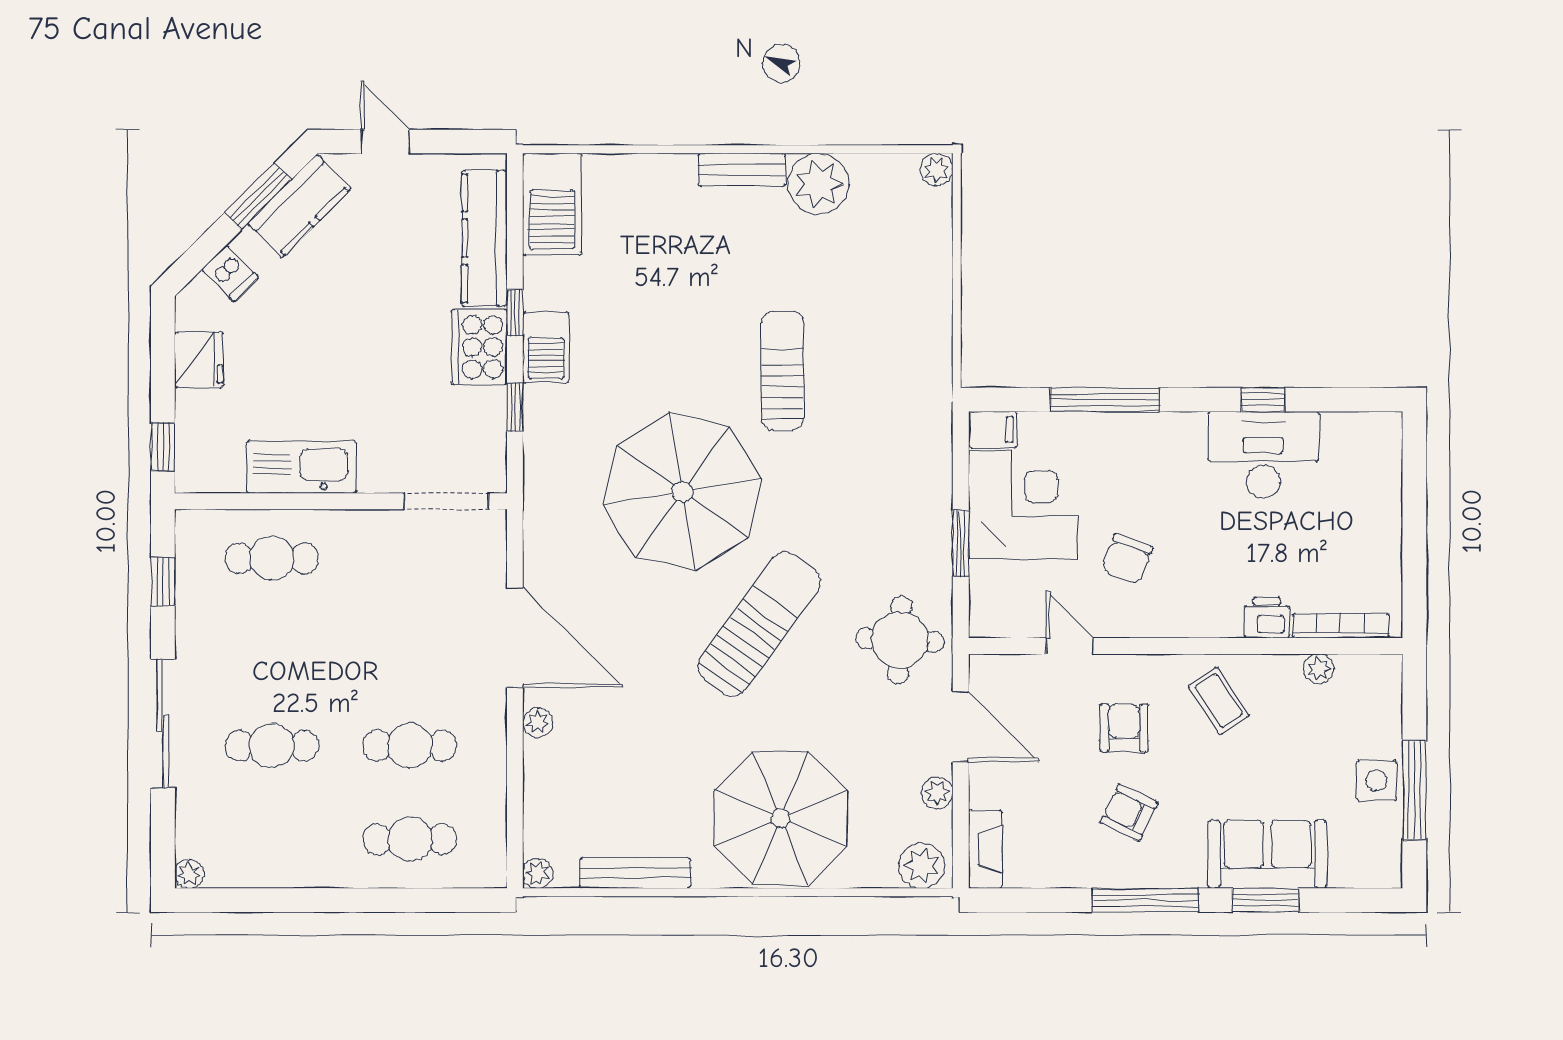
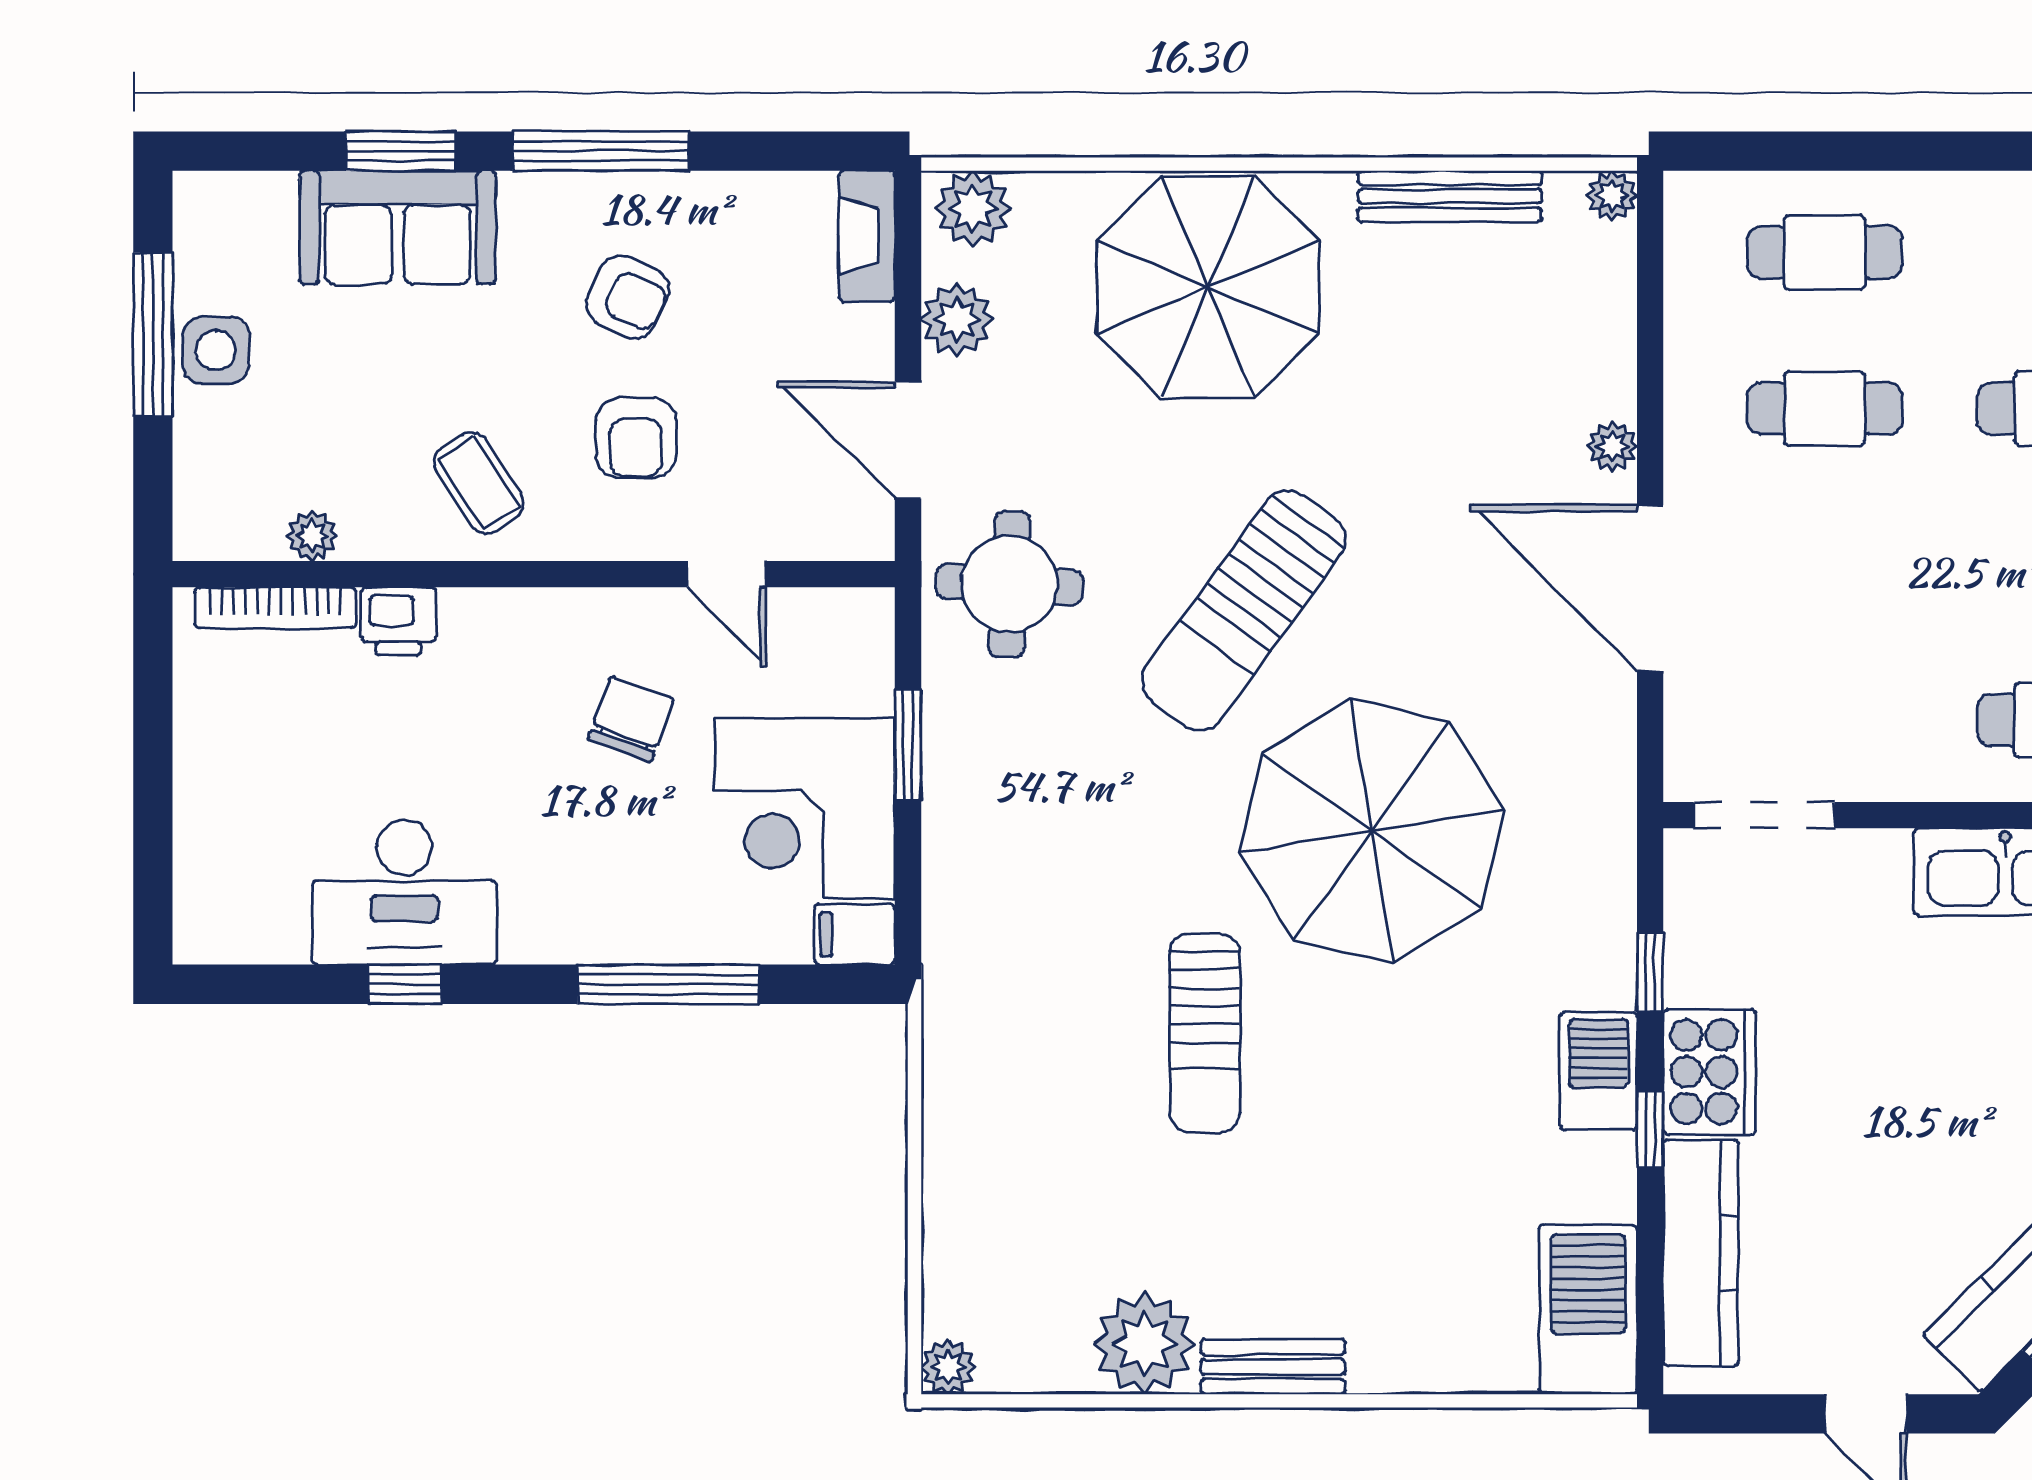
plant: (937, 793) -> (957, 319), width x1.38, depth x1.38

